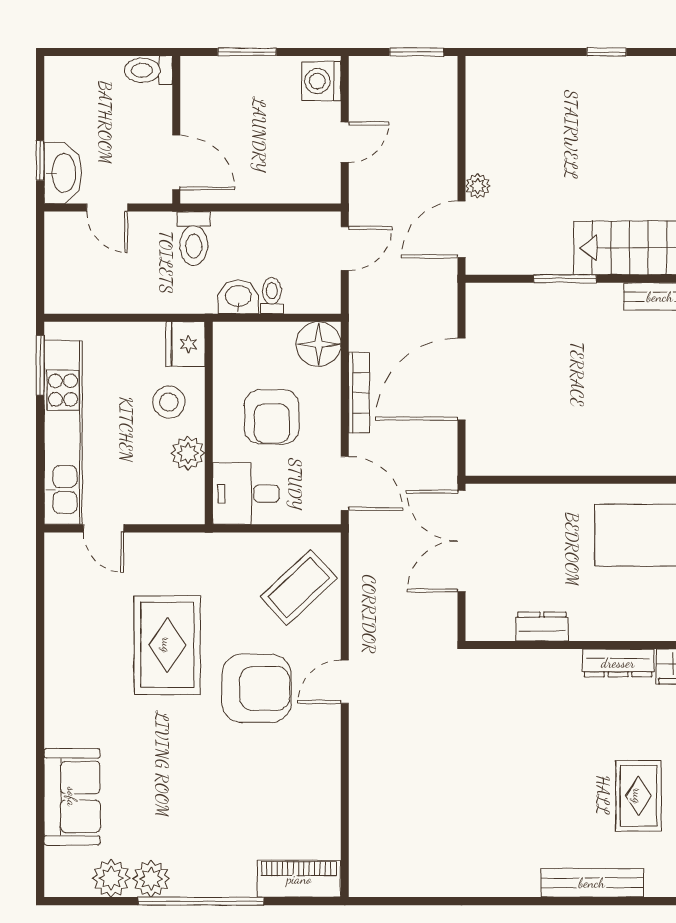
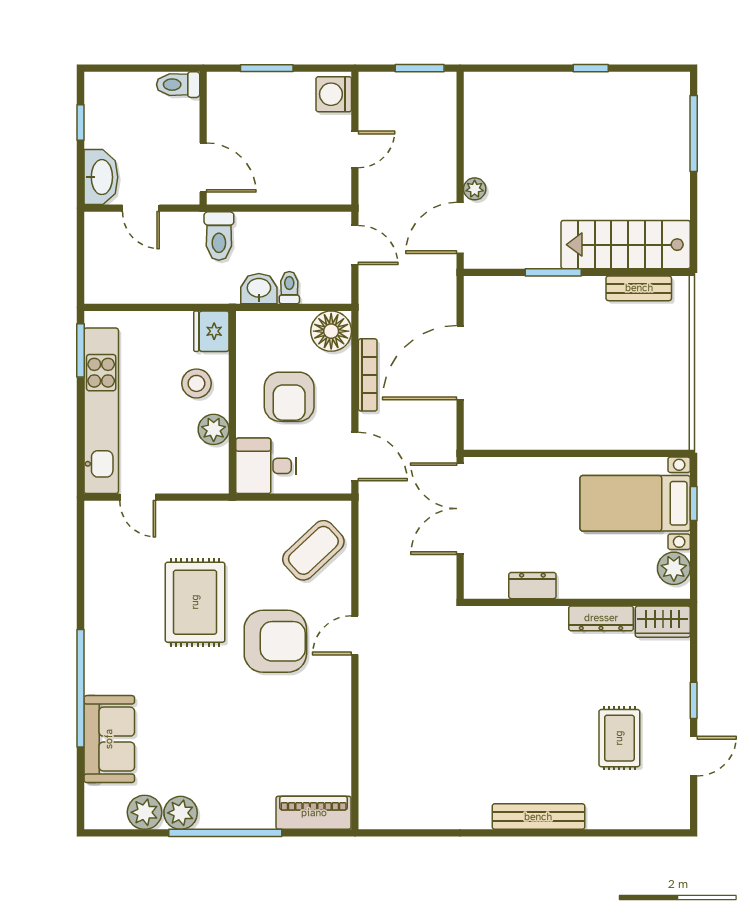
window: (40, 161) -> (80, 123), moved
door: (345, 248) -> (355, 245), hinge flipped
window: (40, 740) -> (80, 688), added
bench: (592, 883) -> (538, 817), moved

